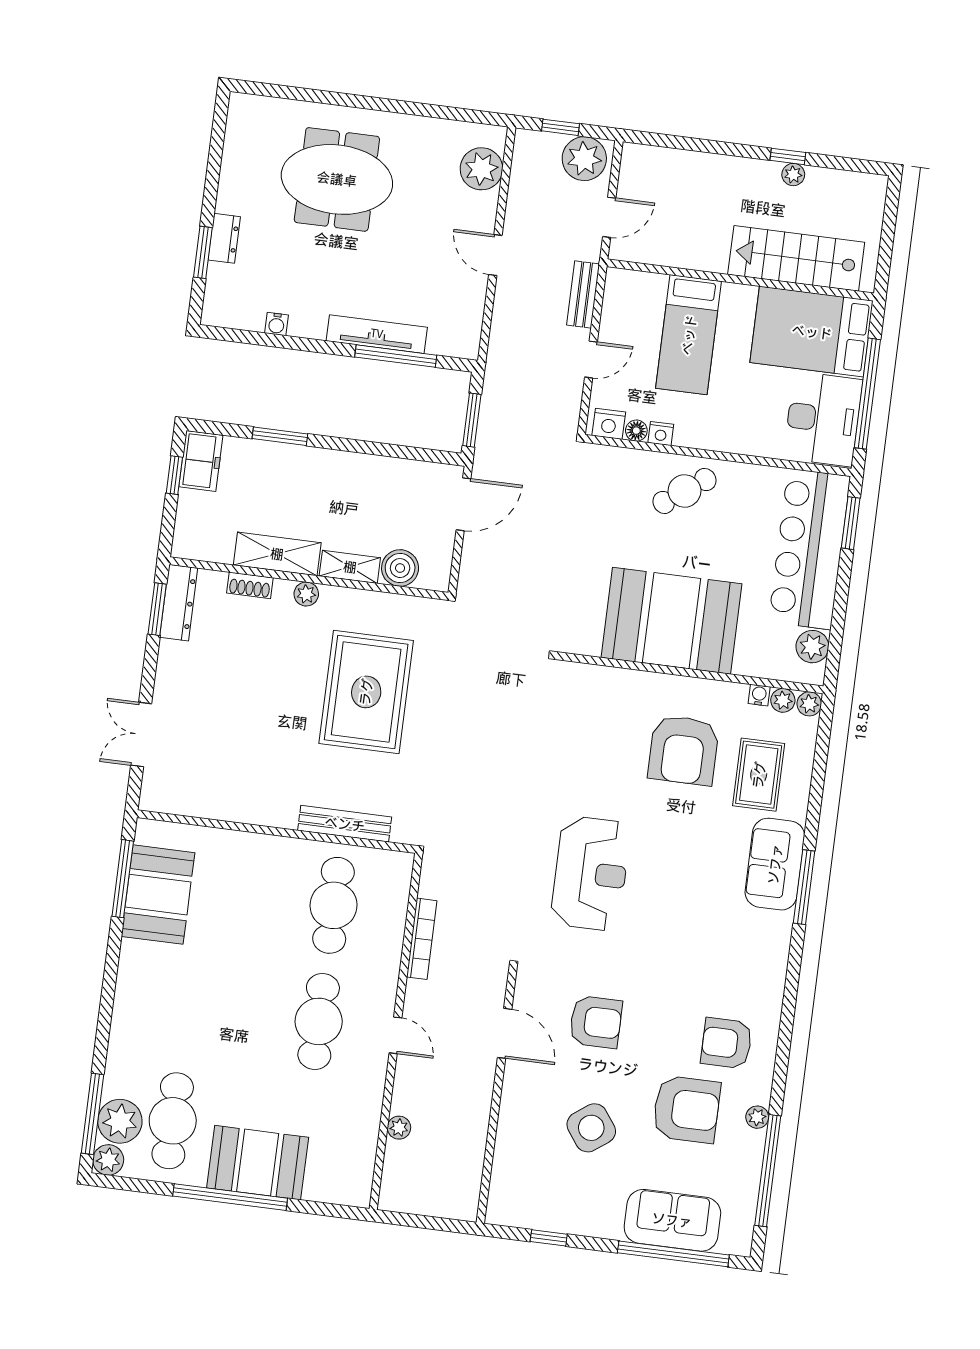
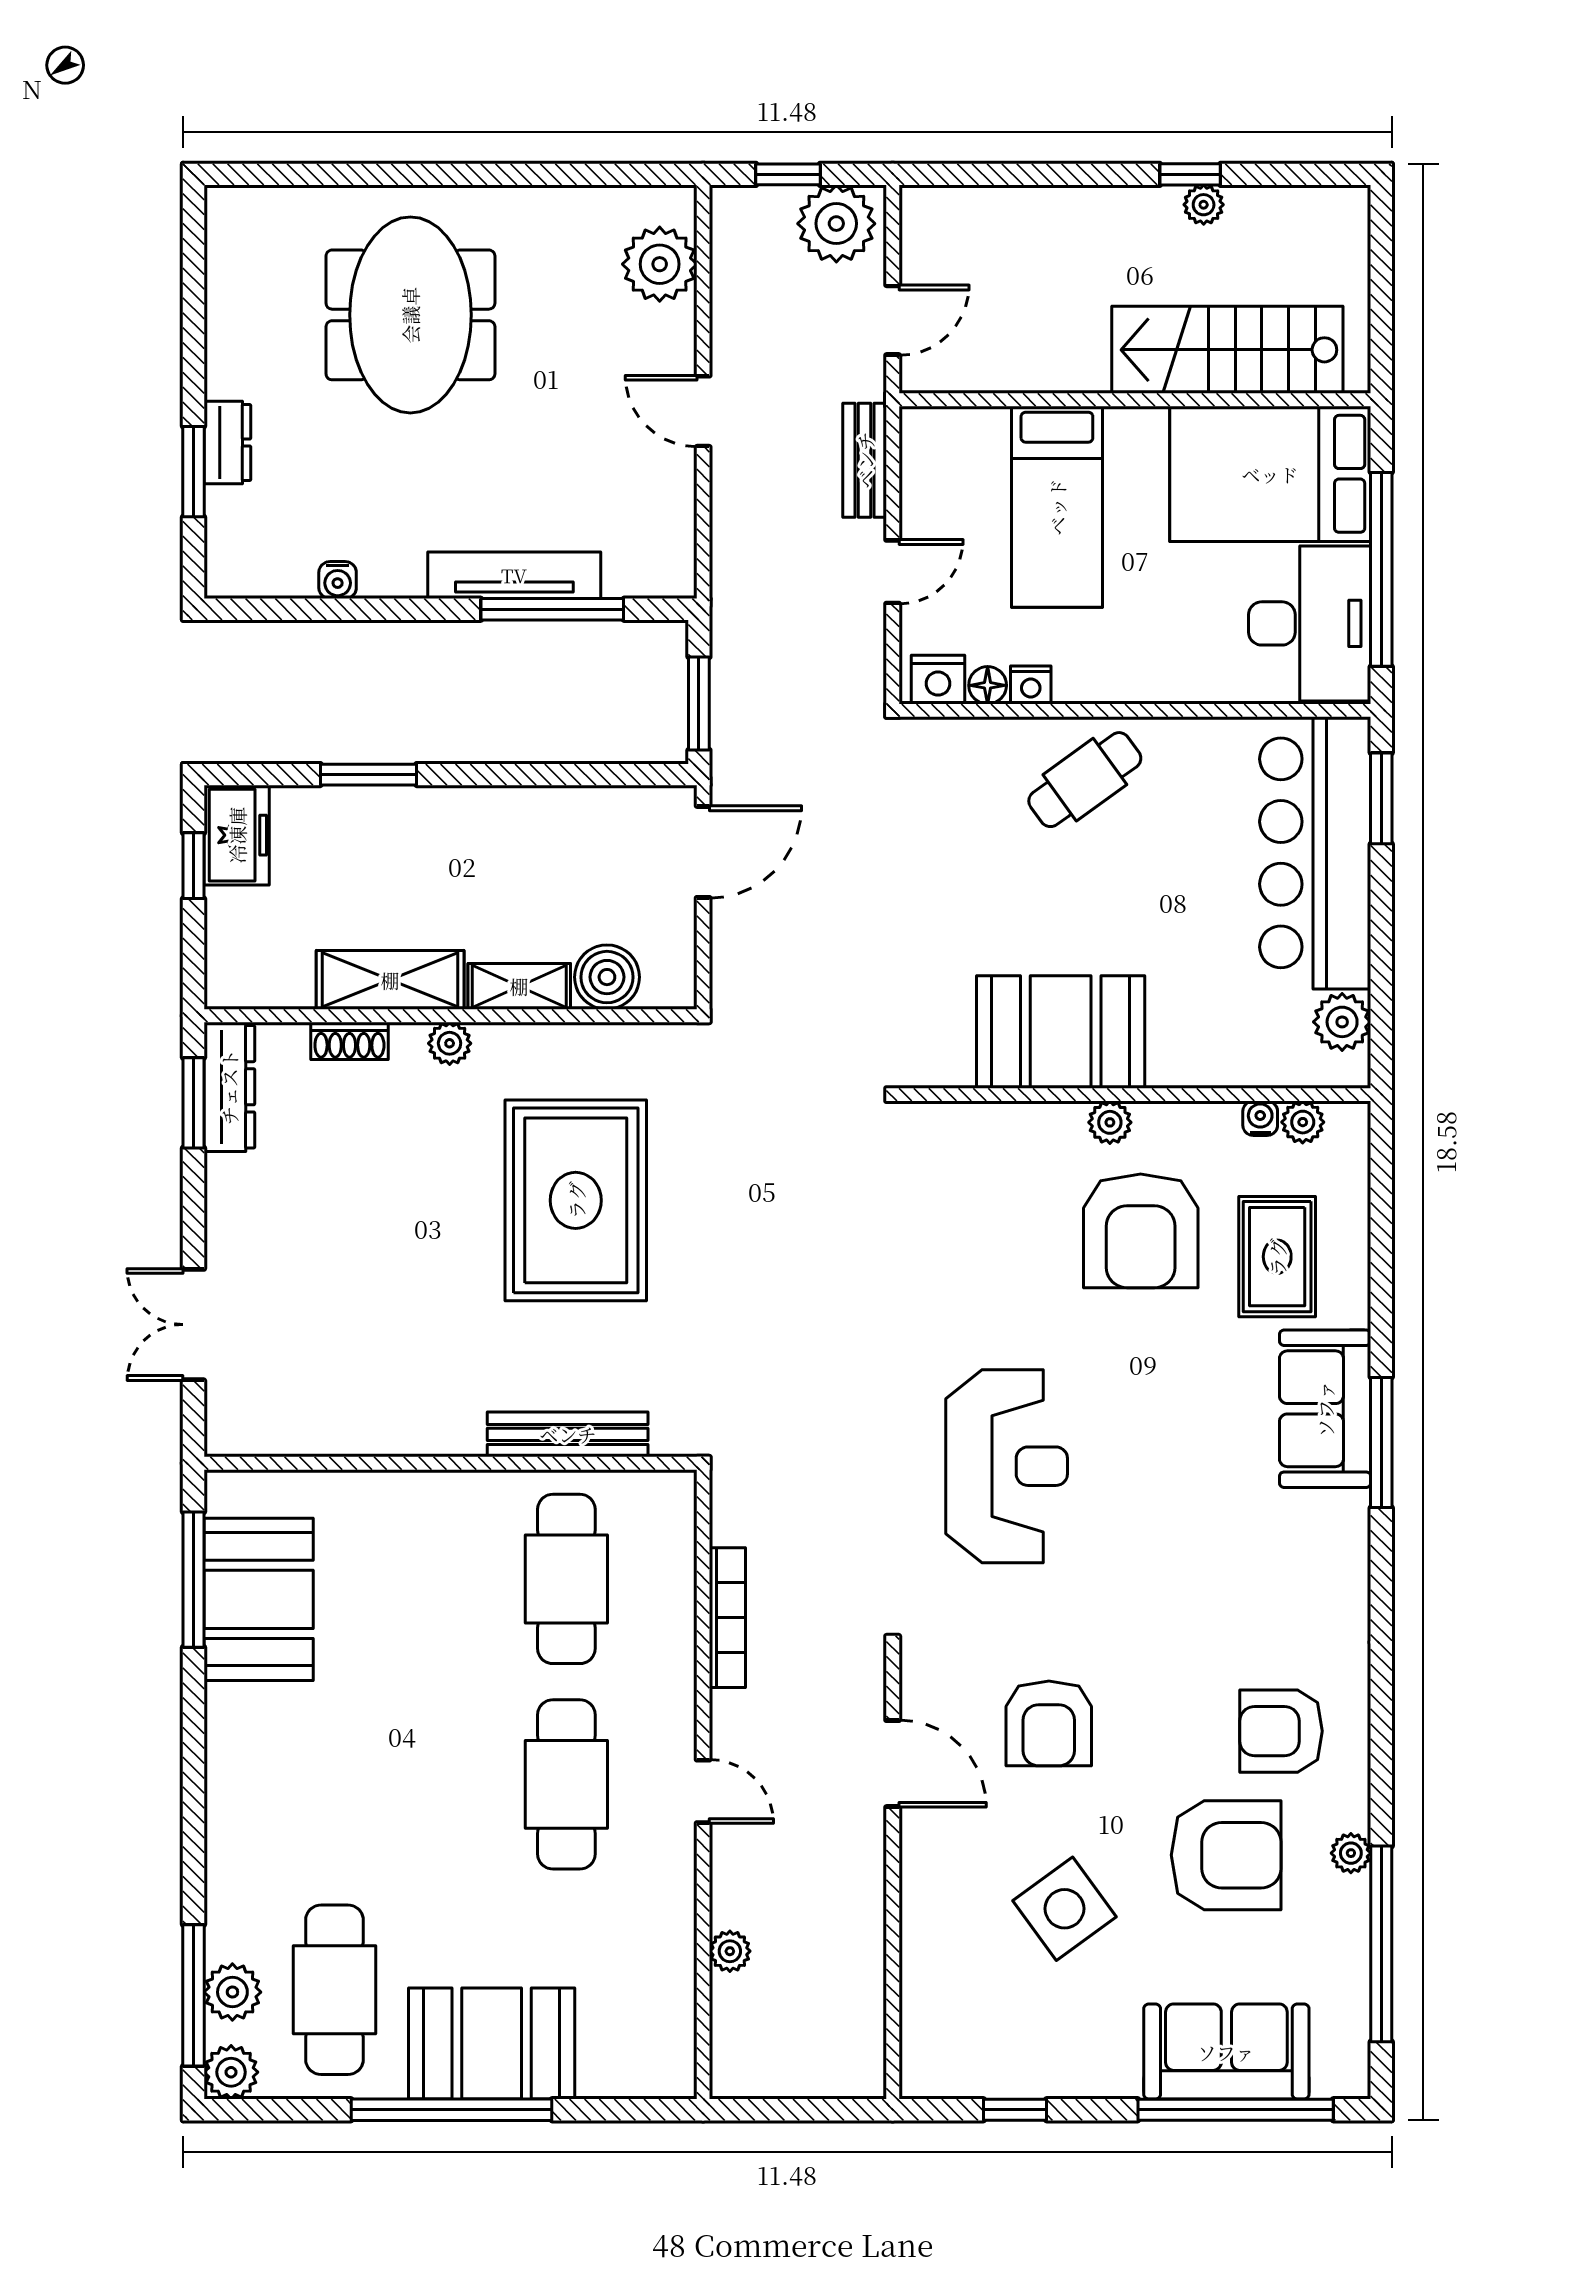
meeting table: (337, 179) -> (410, 315), turned 90
booth: (671, 621) -> (1061, 1032), width x0.73, depth x0.70
plant: (809, 704) -> (1110, 1122), moved
armchair: (596, 1022) -> (1049, 1723), turned 90
plant: (120, 1121) -> (232, 1992), width x0.73, depth x0.73

